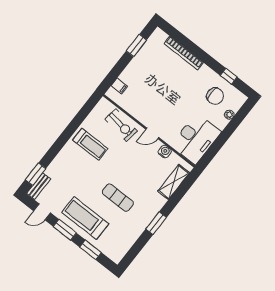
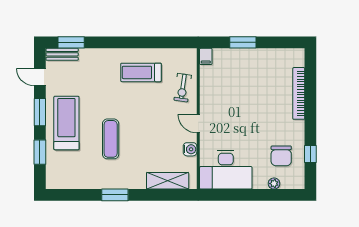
window: (136, 45) -> (243, 42), moved
filing cabinet: (119, 86) -> (206, 56), moved
exercise bike: (121, 125) -> (183, 88), width x0.73, depth x0.72
treadmill: (90, 144) -> (141, 72), turned 90

